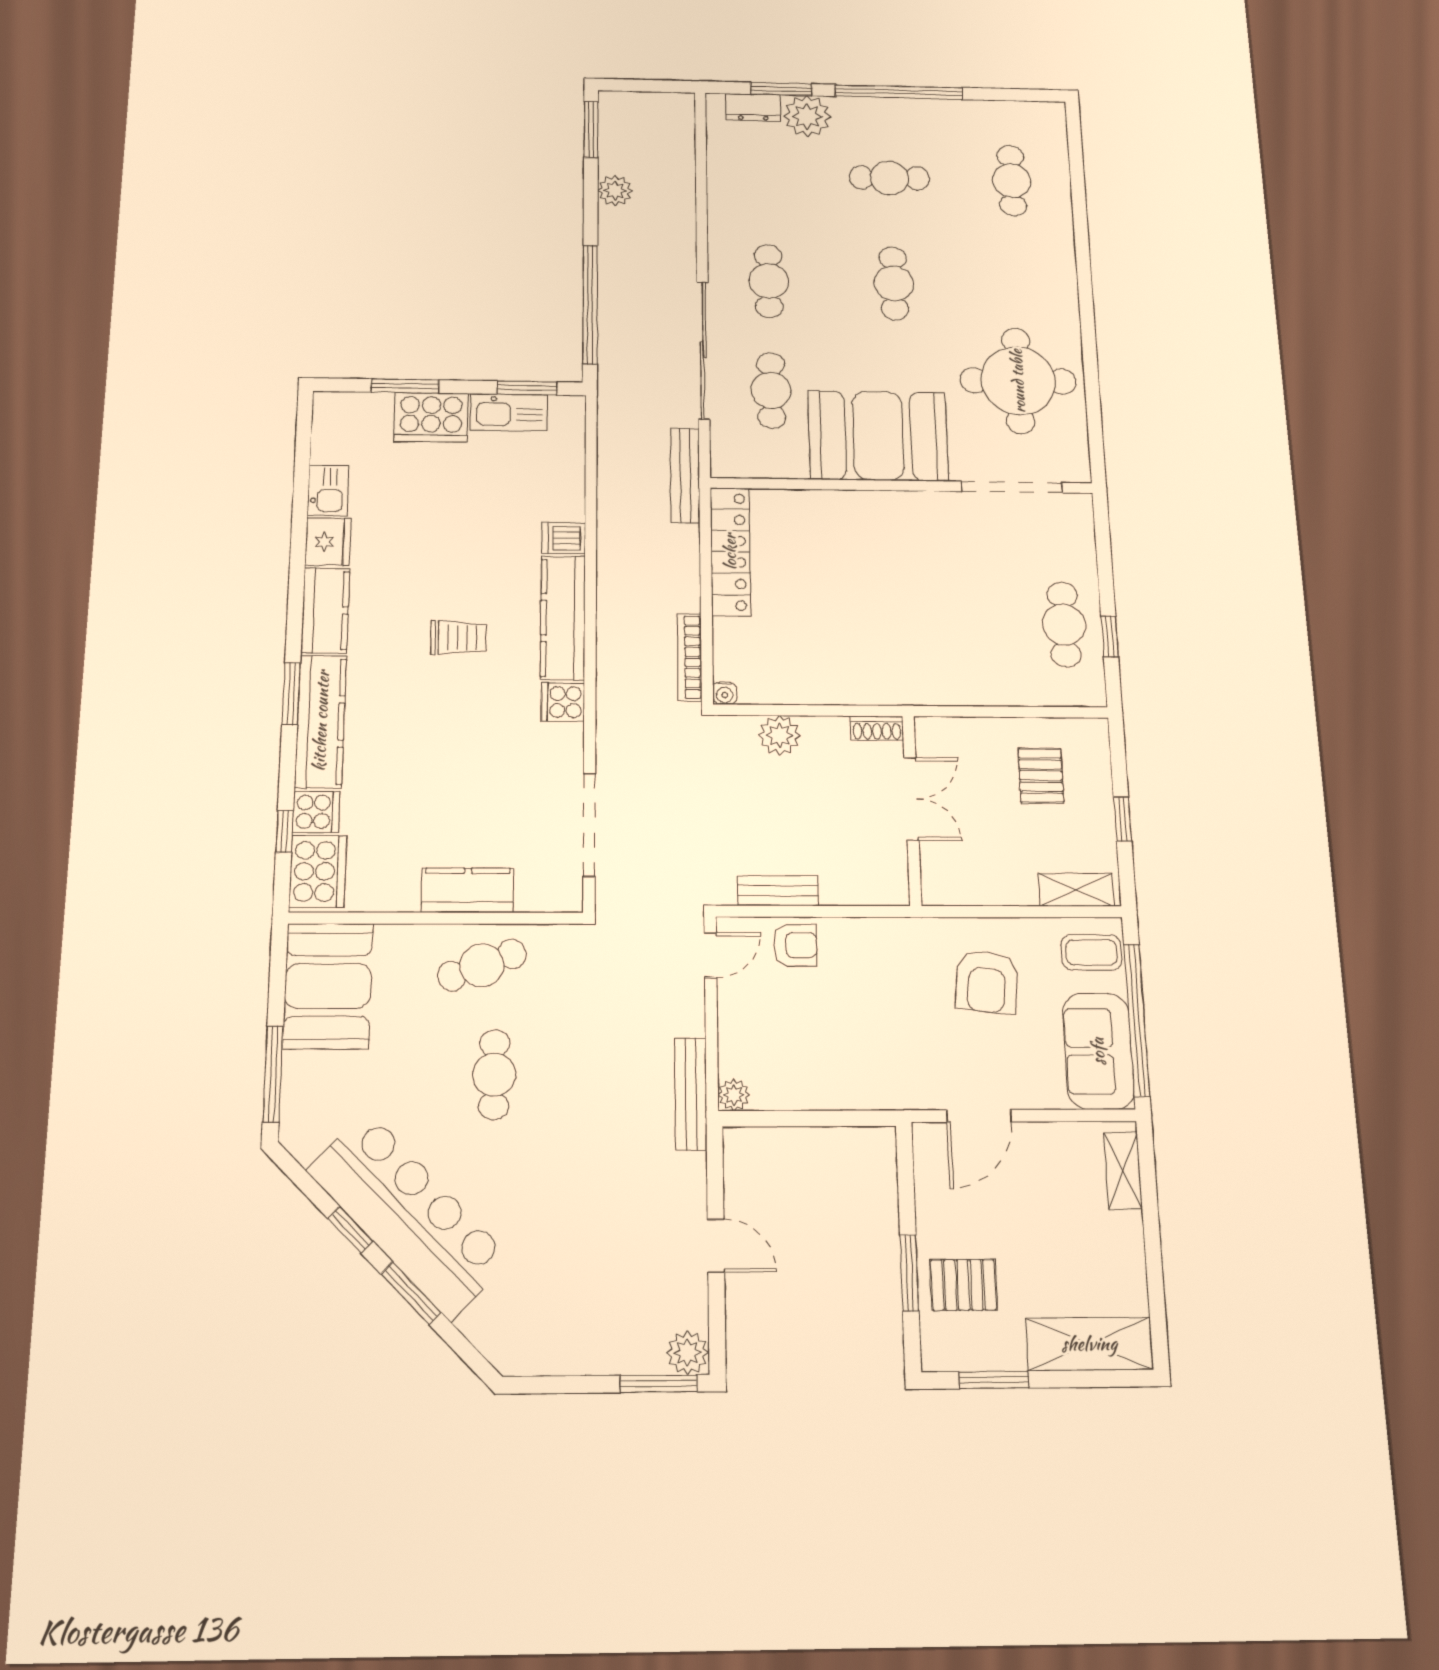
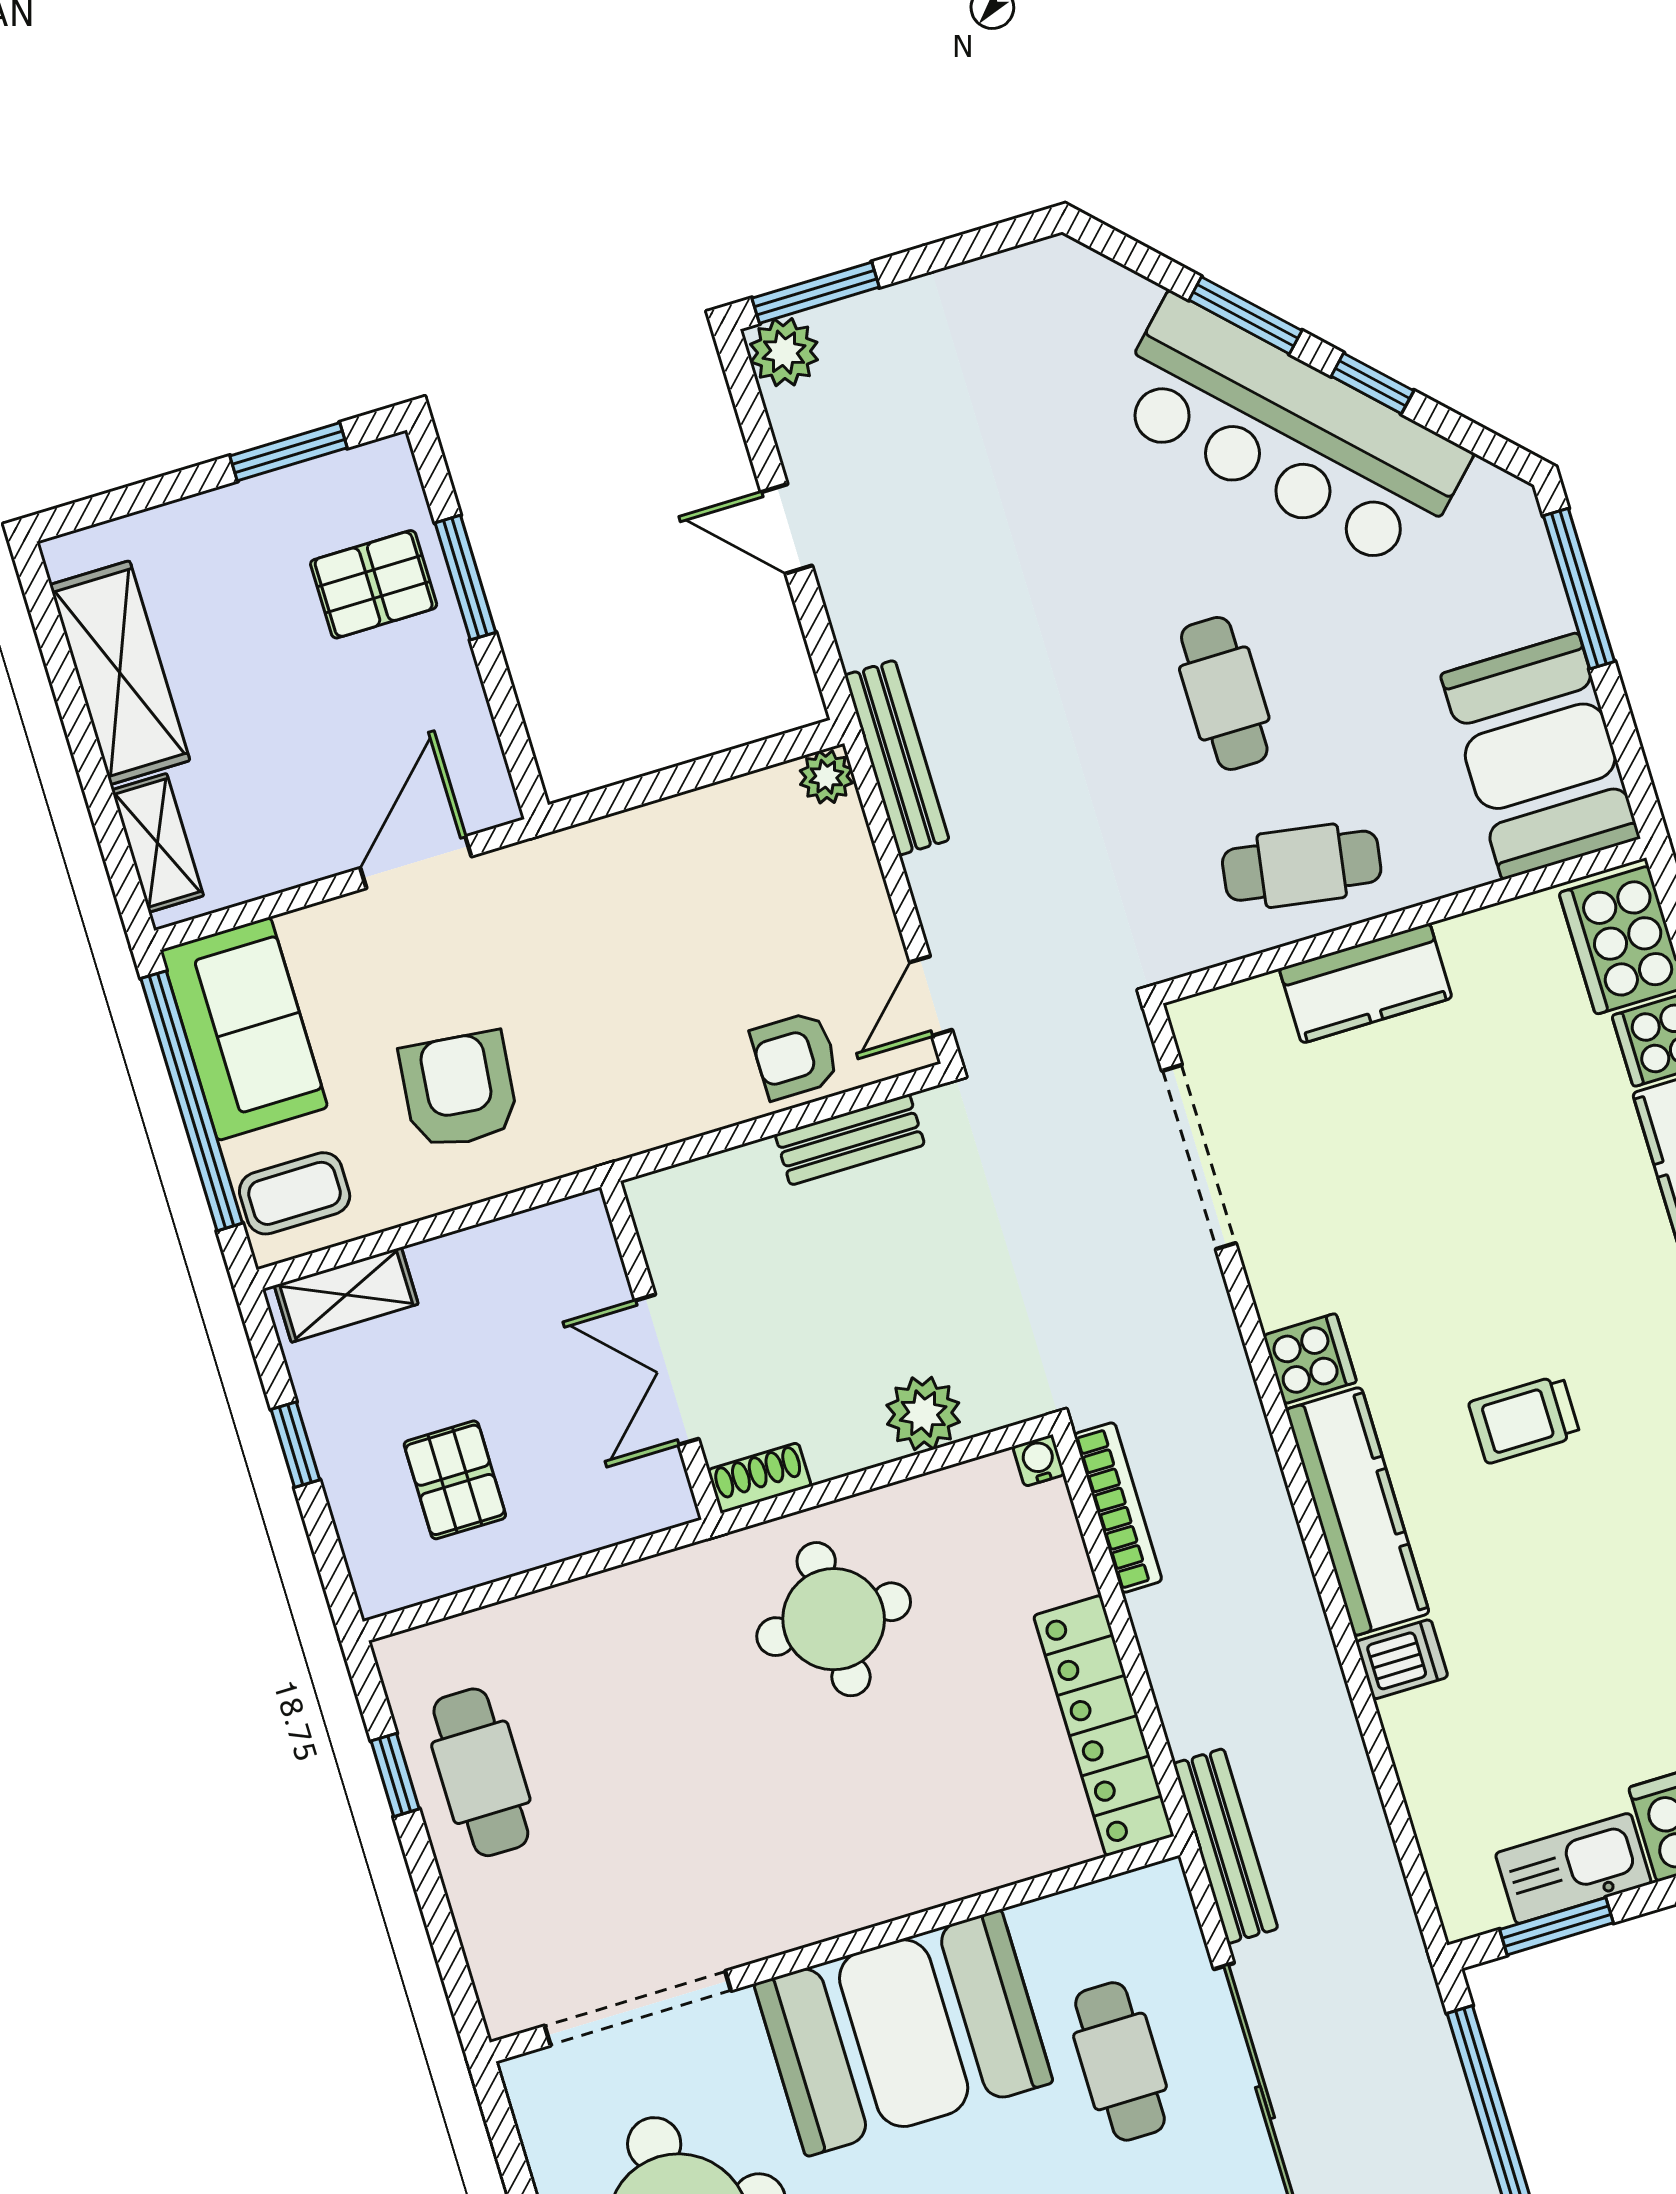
round table: (857, 646) -> (834, 1619), added
cafe table: (482, 965) -> (1302, 866), turned 30
shelving: (1089, 1344) -> (120, 673), moved, turned 90

